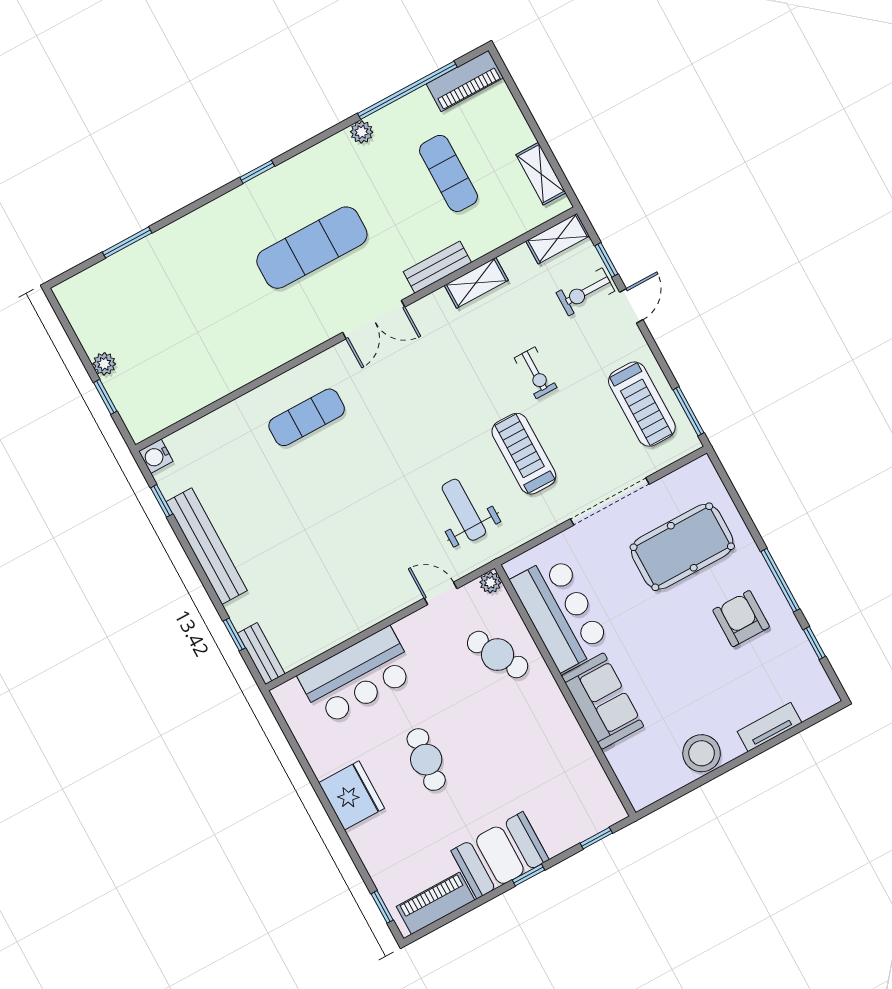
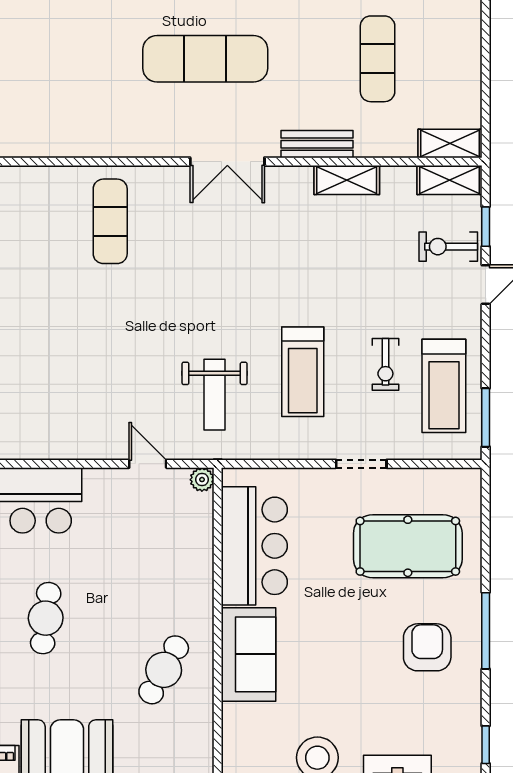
shelving: (541, 174) -> (450, 144), moved, turned 90
exercise bike: (536, 373) -> (385, 364), moved
exercise mat: (307, 417) -> (110, 221), turned 90
treadmill: (524, 454) -> (303, 372), turned 180
doorway: (610, 501) -> (361, 464), width x0.53
weight bench: (464, 510) -> (215, 395), turned 180
window: (814, 643) -> (486, 745), moved
cafe table: (498, 655) -> (164, 670), moved, turned 58

